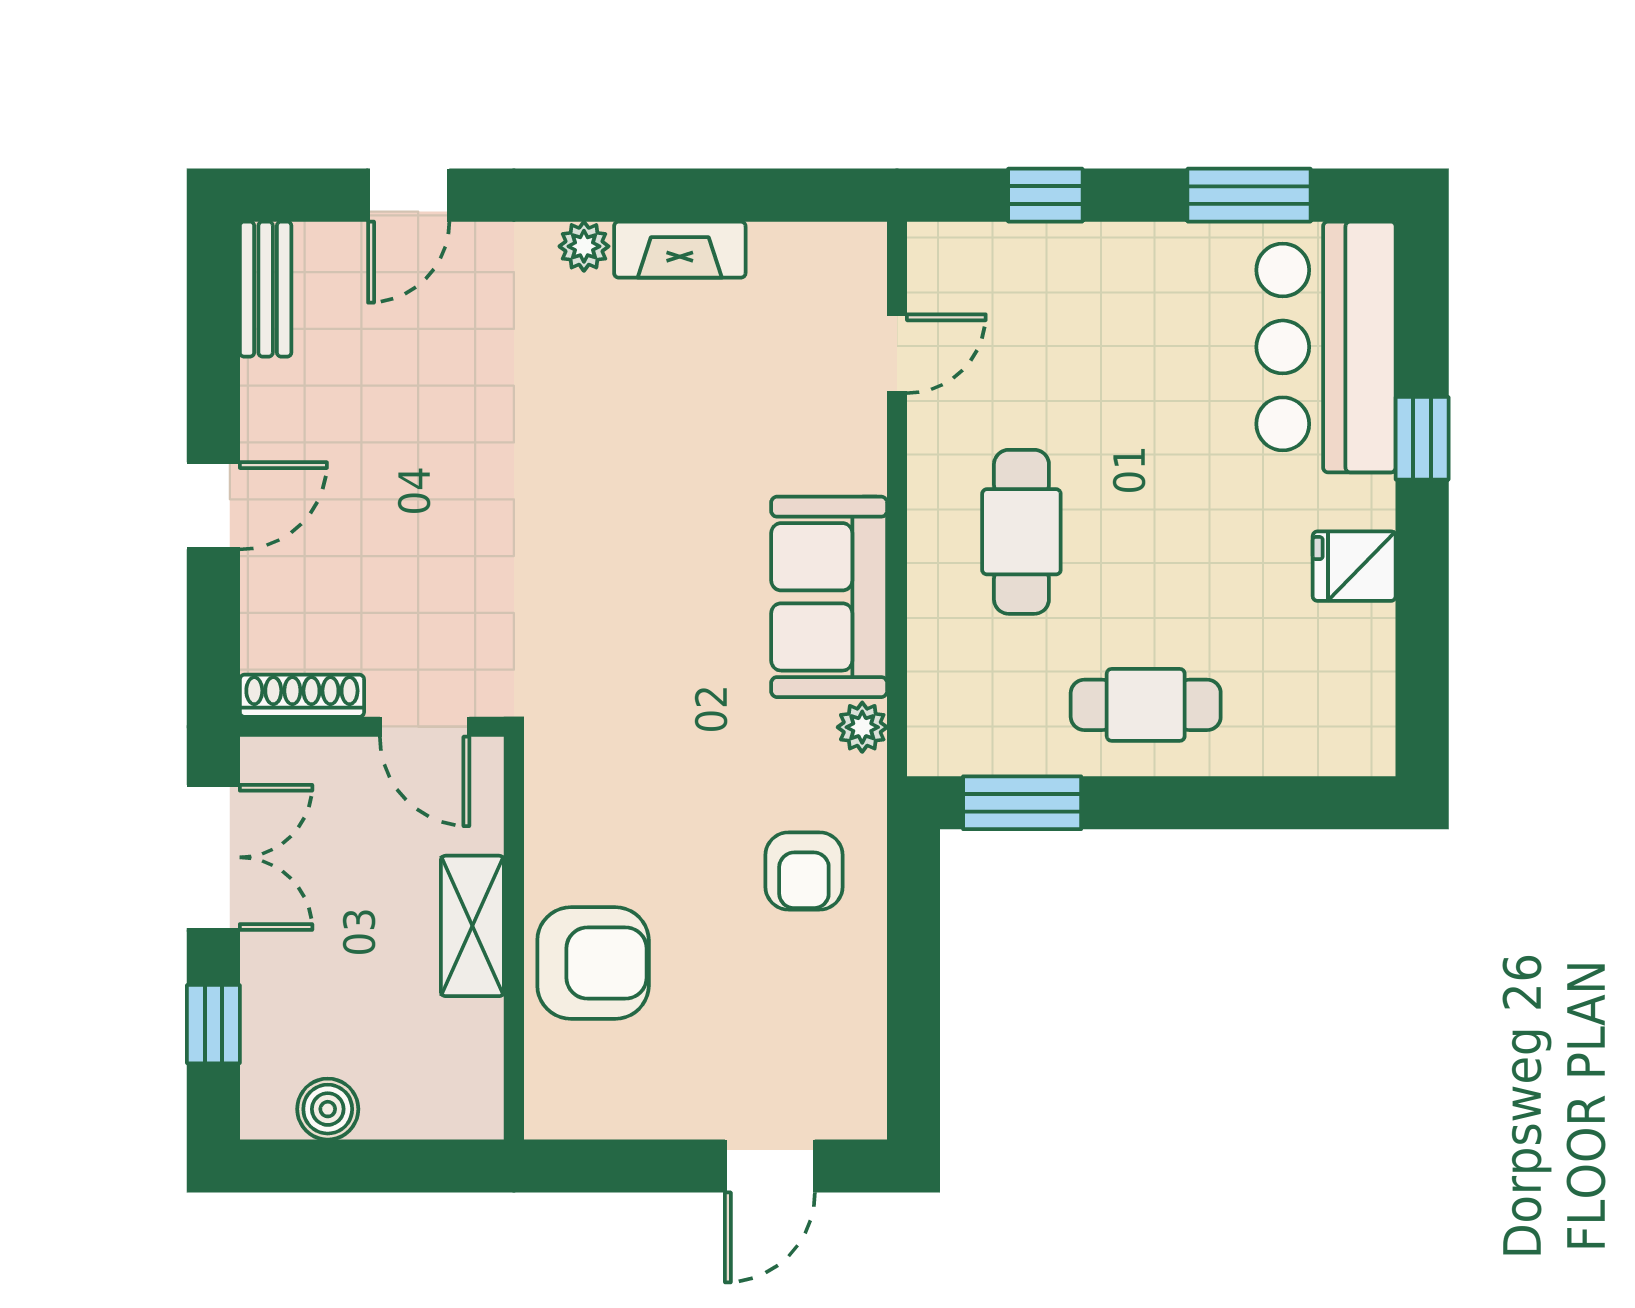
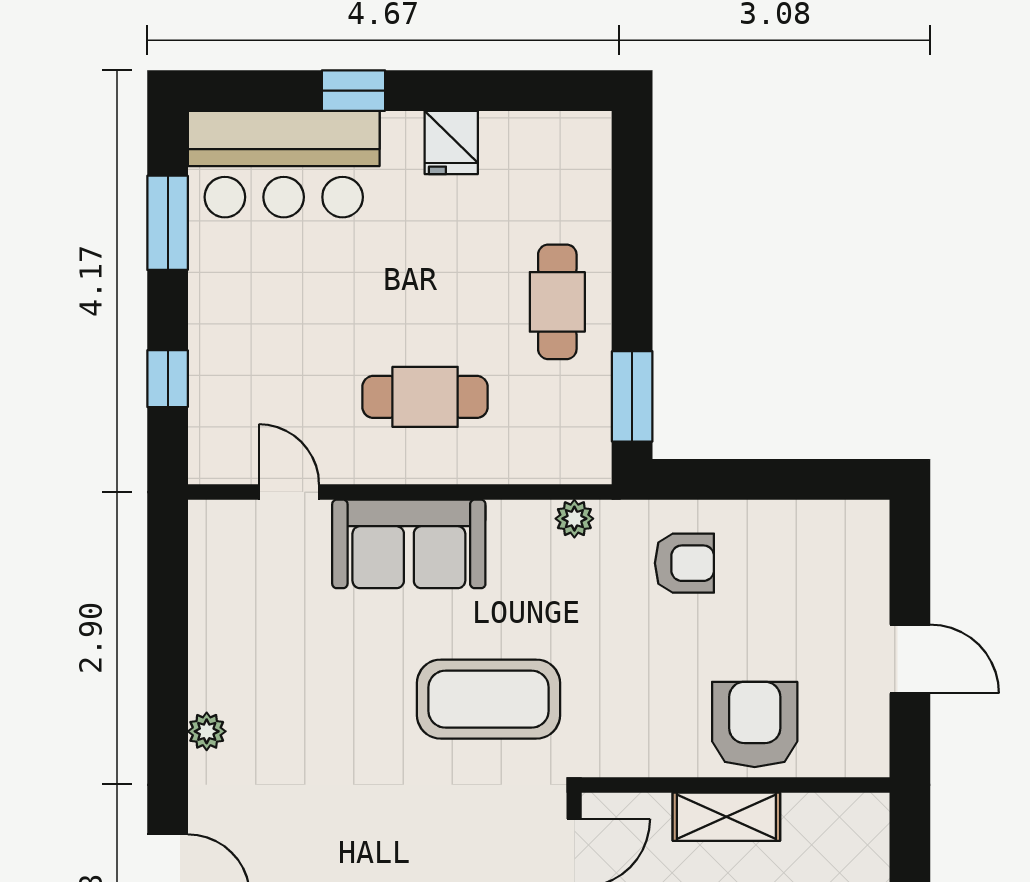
fireplace: (680, 250) -> (209, 658), removed
sofa: (829, 597) -> (409, 544), moved
coffee table: (626, 615) -> (489, 699), added
door: (770, 1166) -> (910, 659), moved

